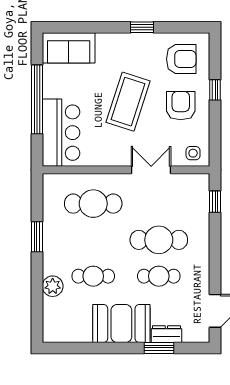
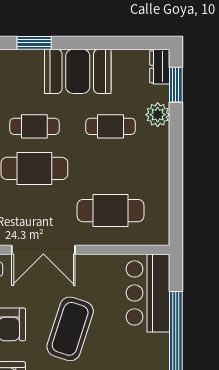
double door: (151, 170) -> (43, 250), width x1.37
window: (37, 237) -> (176, 85), moved
dresser: (166, 334) -> (160, 67), moved, turned 90

